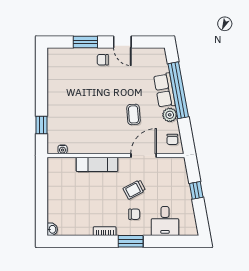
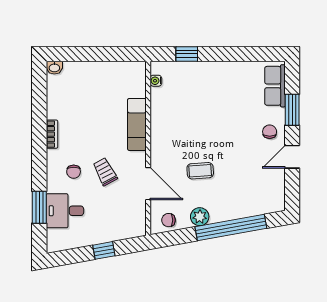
row of seats: (164, 90) -> (275, 86), moved, turned -80
window: (131, 241) -> (39, 207), moved

